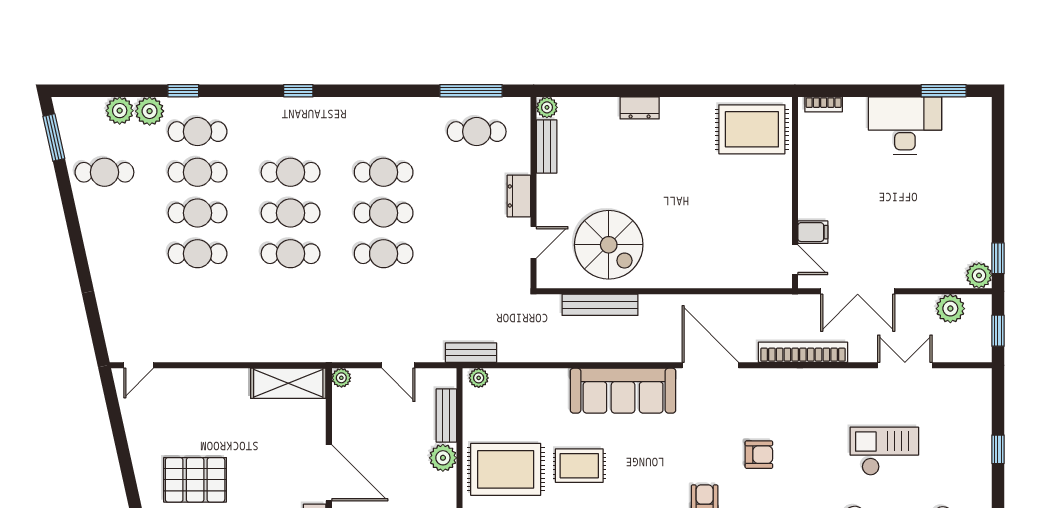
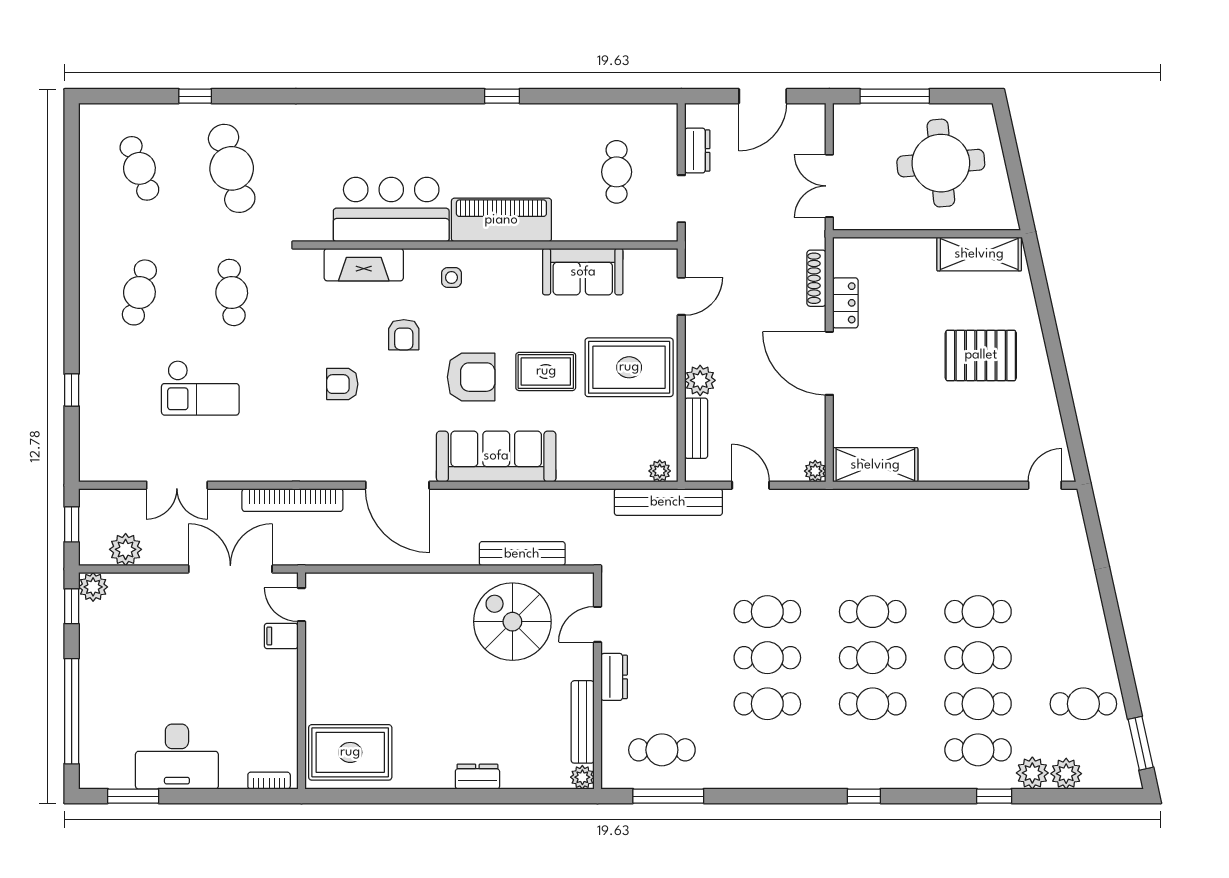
bench: (547, 147) -> (583, 722), width x1.36
window: (998, 166) -> (72, 711), added
bench: (471, 353) -> (668, 502), width x1.86, depth x1.21
armchair: (645, 461) -> (471, 377), added

